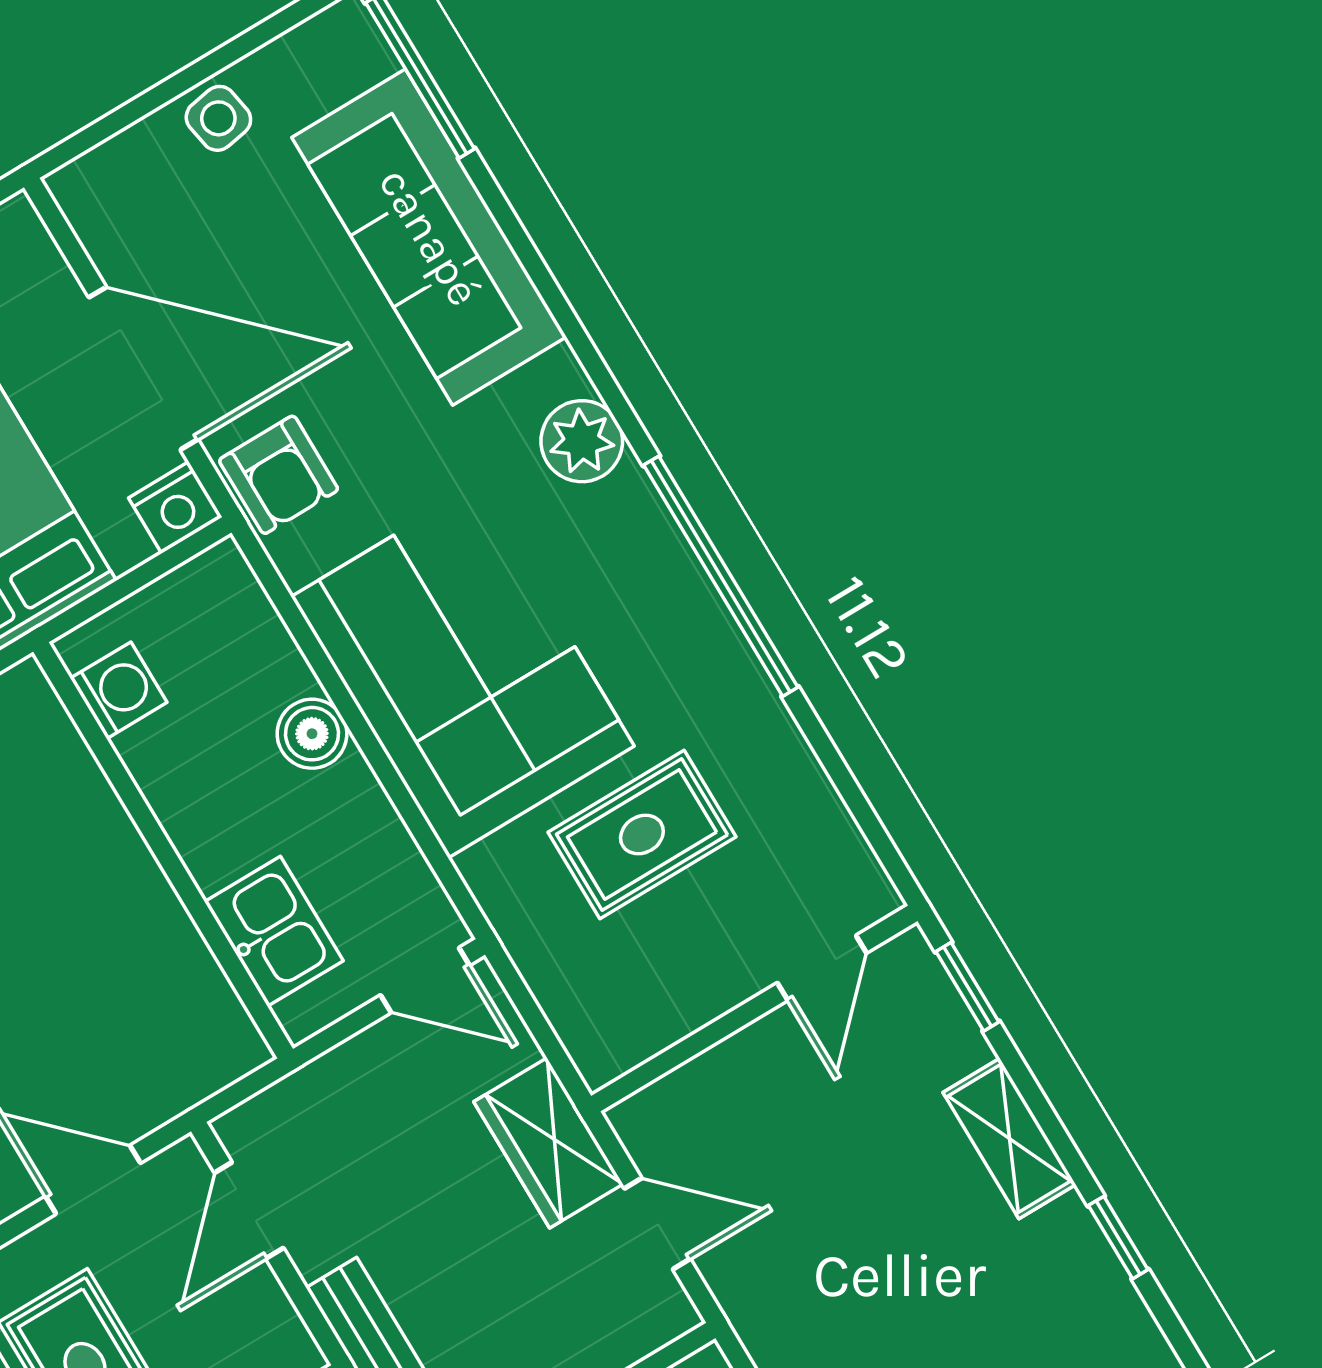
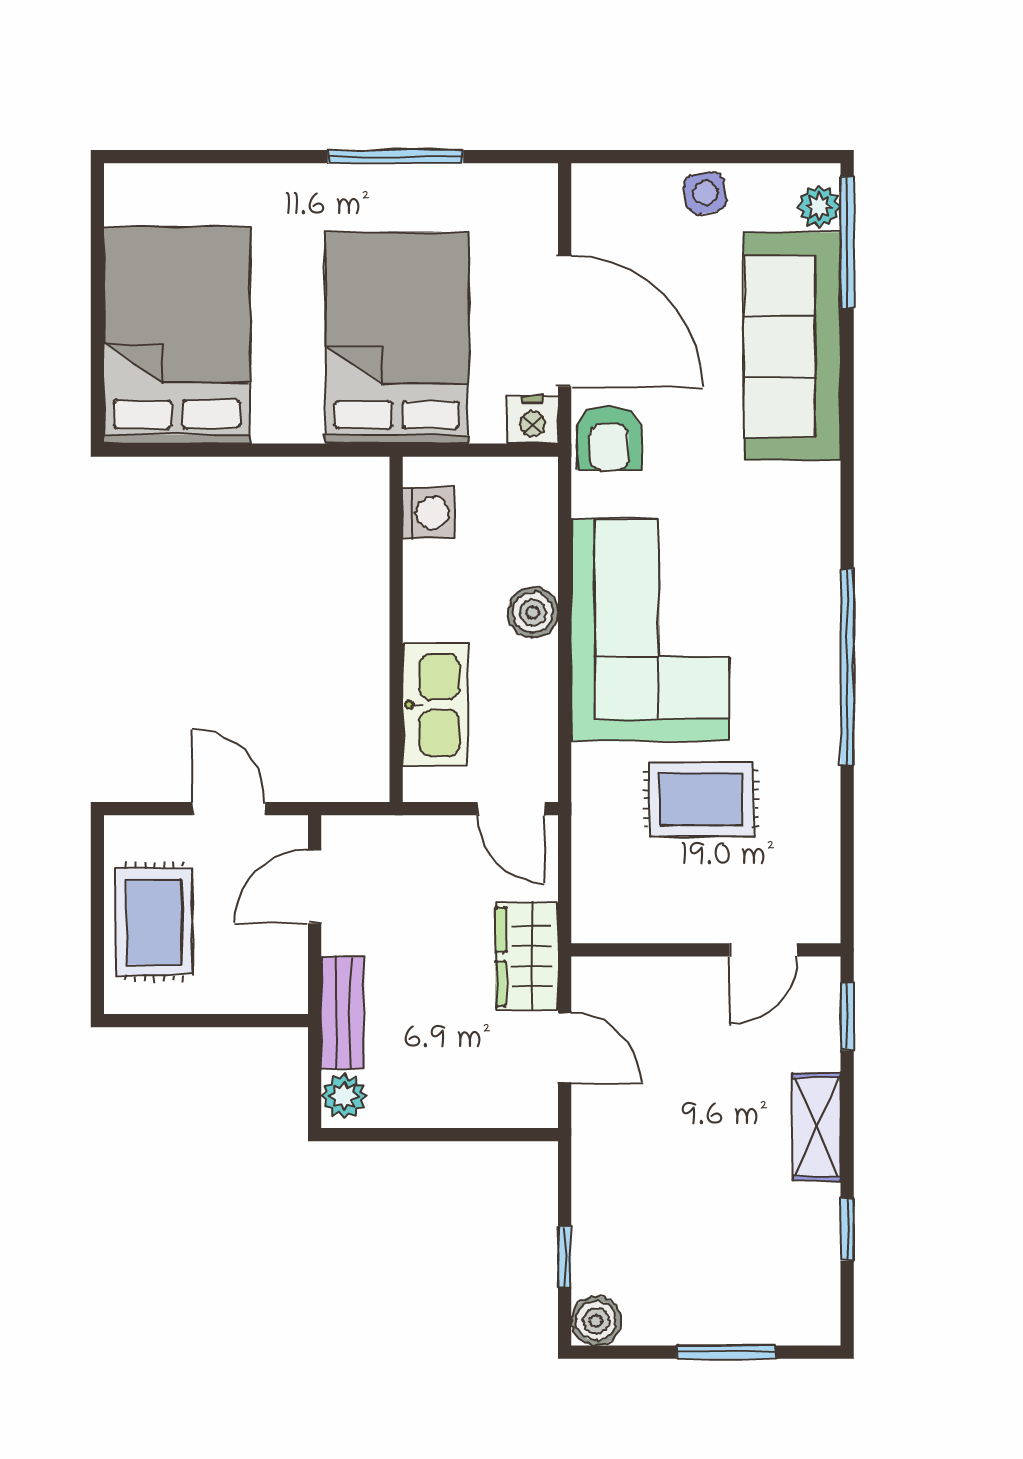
plant: (582, 441) -> (819, 206), moved, width x0.73, depth x0.73
kitchen sink: (274, 931) -> (435, 705), width x1.38

